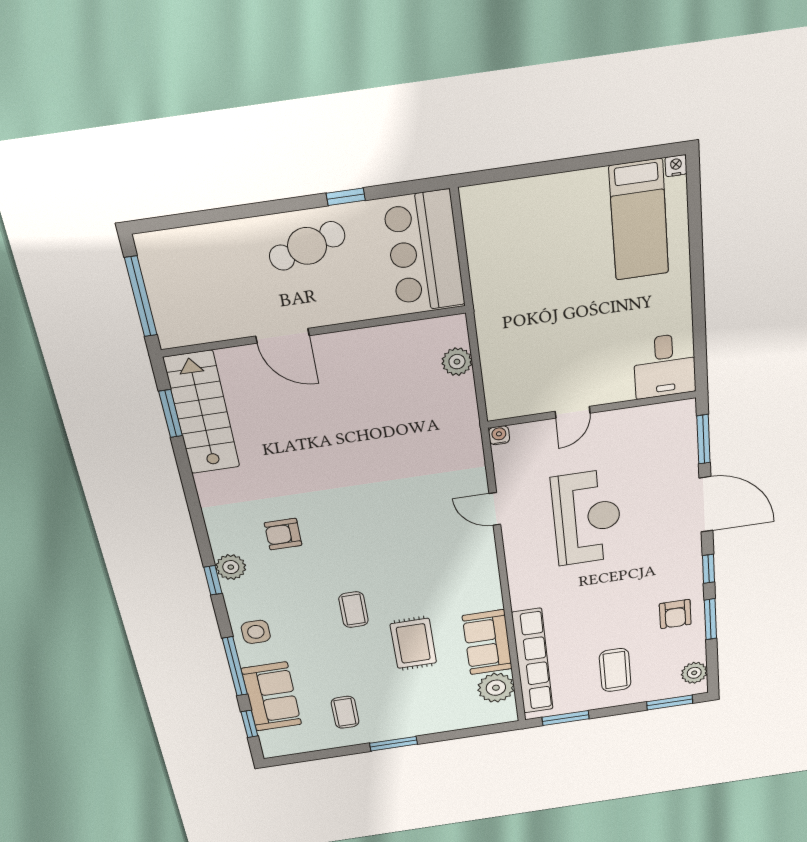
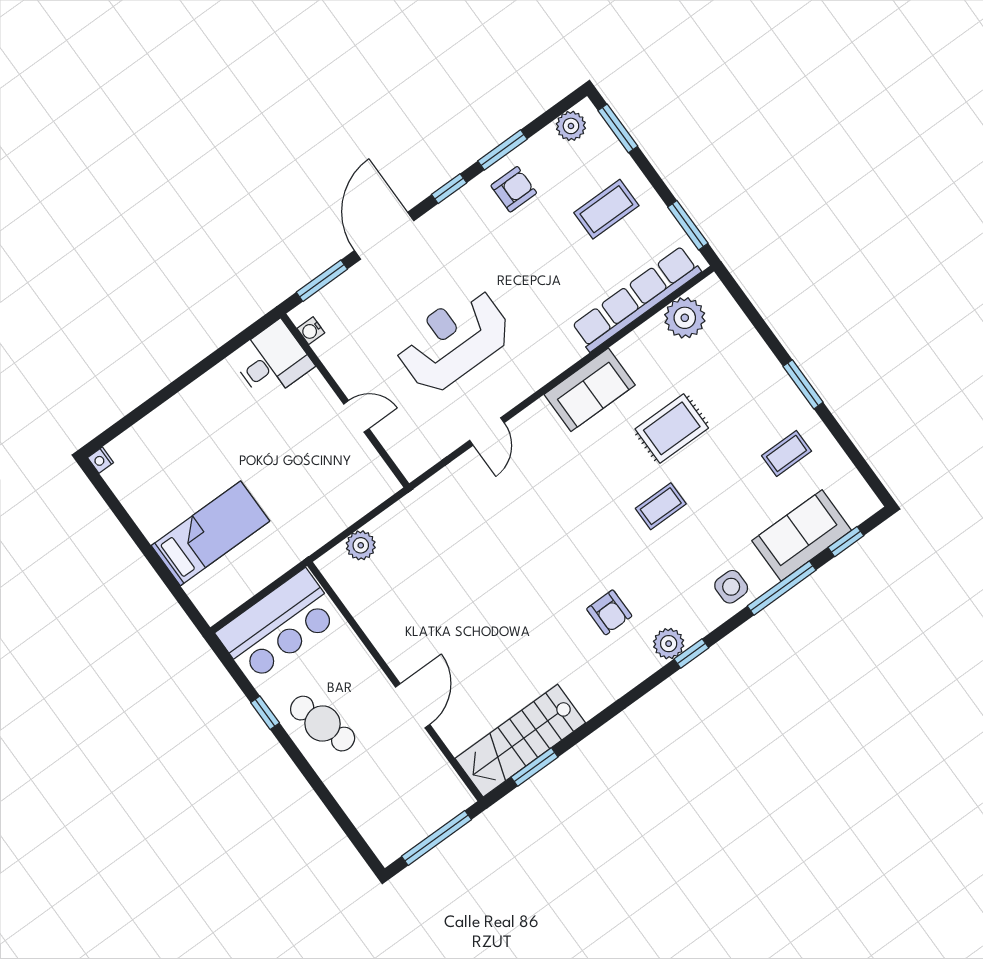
bed: (639, 220) -> (210, 533), moved
water cooler: (499, 435) -> (311, 331), moved
sofa: (487, 642) -> (590, 390), moved

